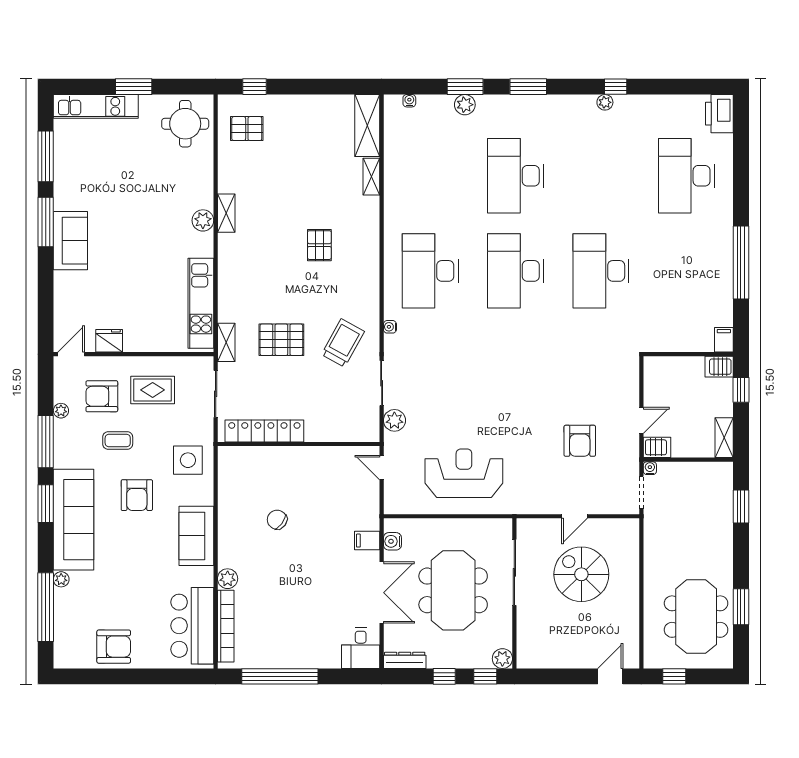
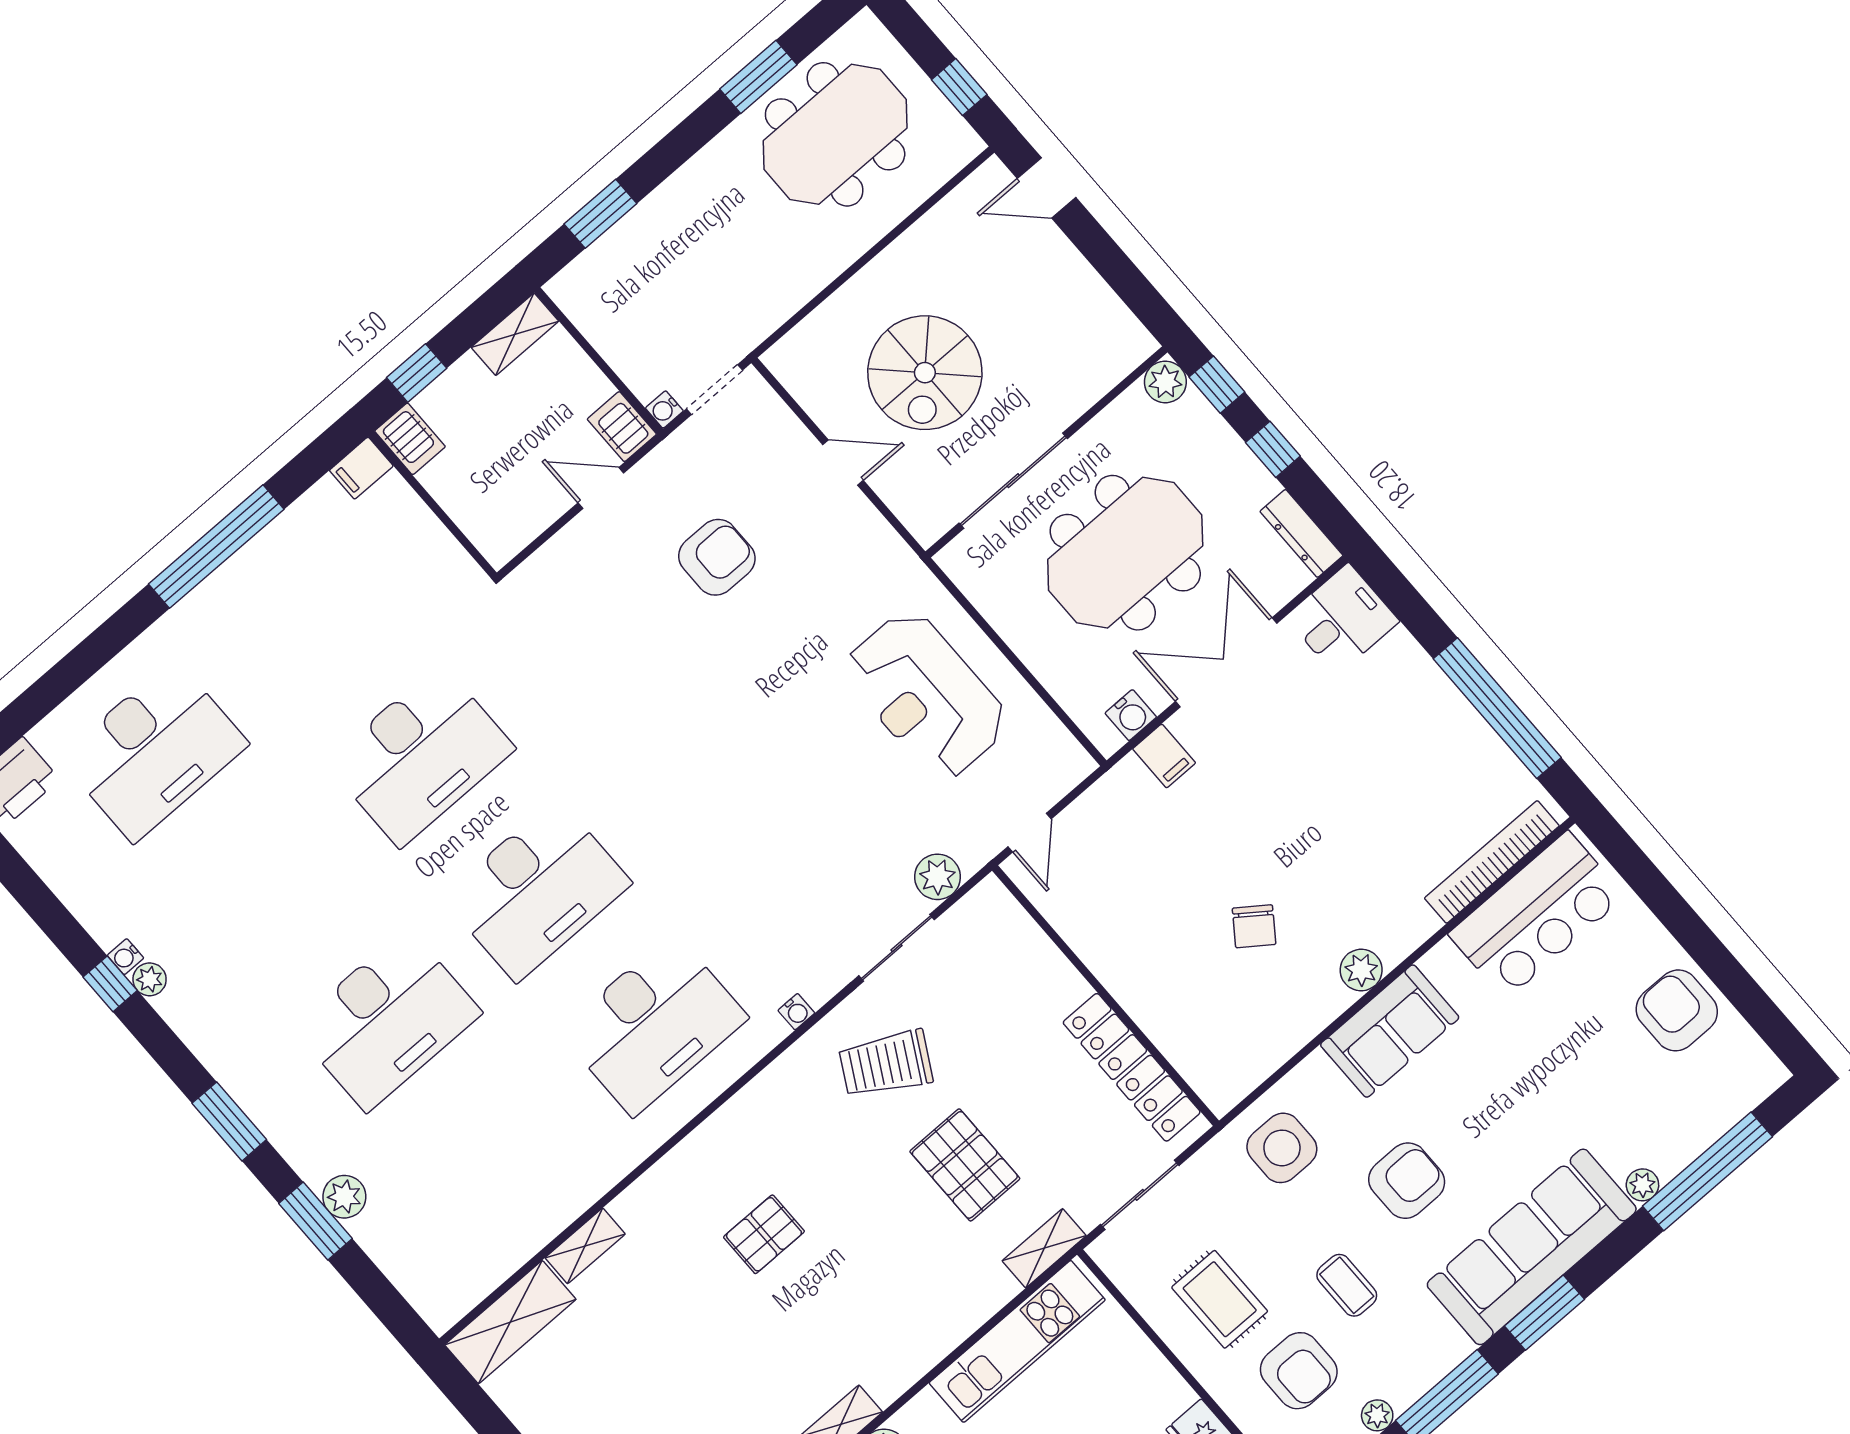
water cooler: (409, 101) -> (126, 957), moved
plant: (228, 579) -> (1361, 970), moved

